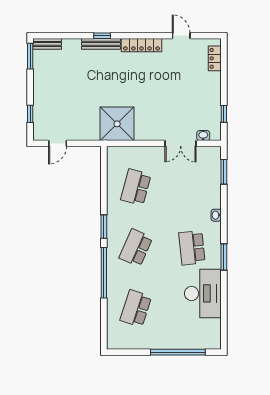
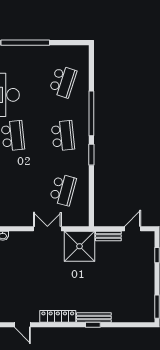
bench: (47, 44) -> (108, 236), moved
double door: (181, 143) -> (47, 229), moved
school desk: (136, 248) -> (63, 136), turned -30

